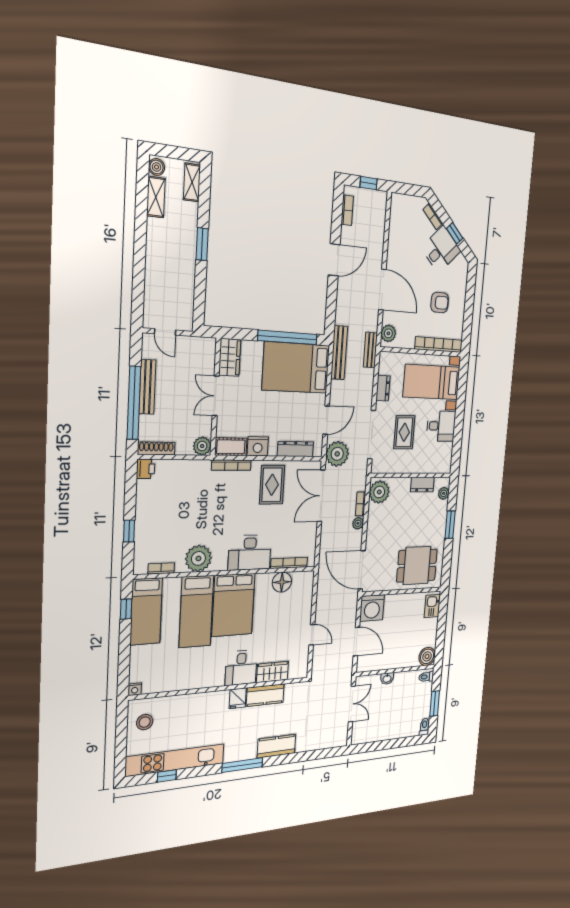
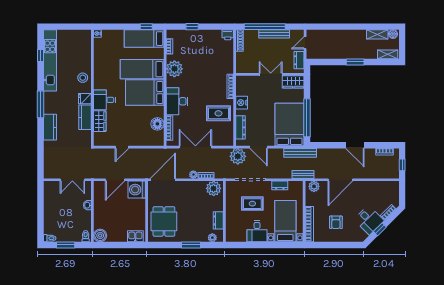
dresser: (194, 345) -> (299, 60), added
plant: (202, 446) -> (241, 68), removed
cot: (231, 447) -> (241, 85), removed
double door: (321, 496) -> (195, 147), moved
stool: (145, 722) -> (83, 78), moved

